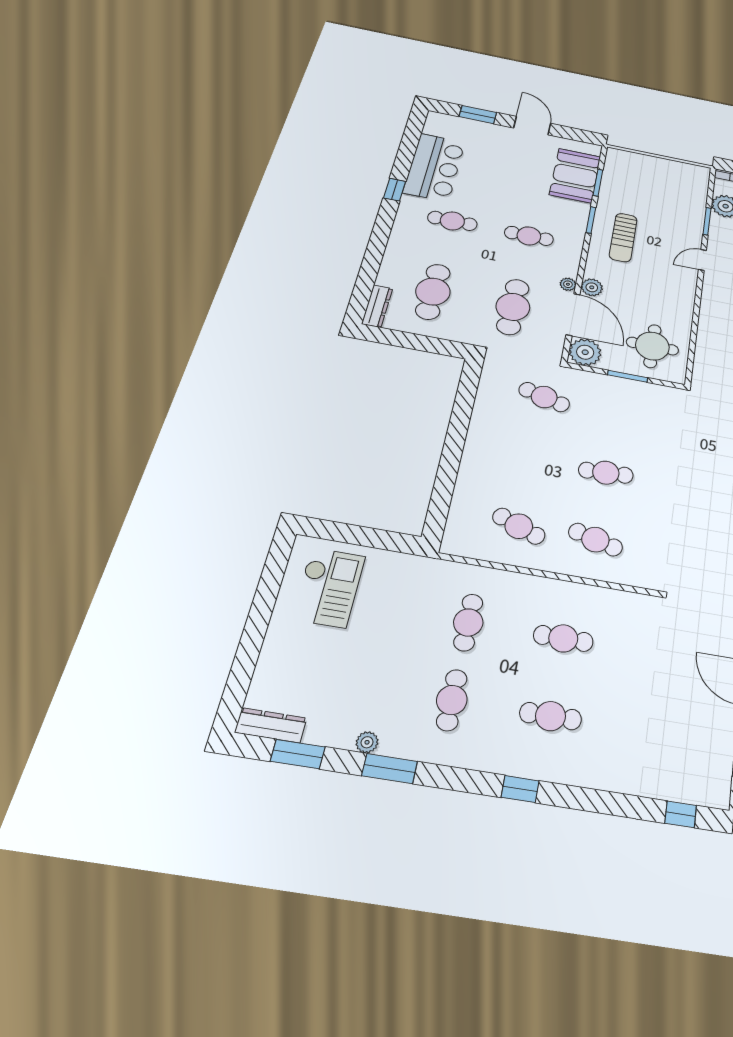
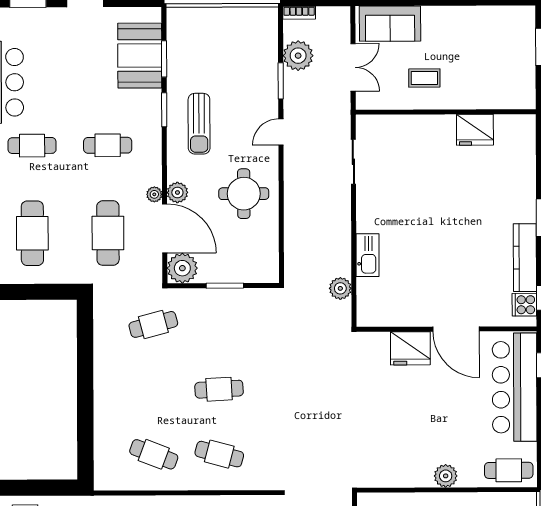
round table: (652, 346) -> (244, 194), moved
cafe table: (544, 397) -> (153, 324), turned -30

